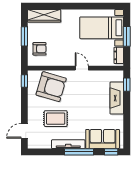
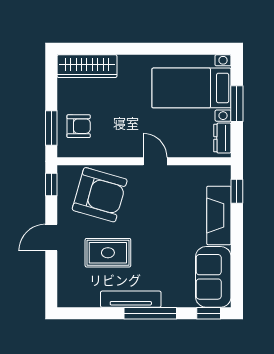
window: (24, 36) -> (51, 128), moved
door: (24, 131) -> (51, 238), moved
sofa: (103, 139) -> (213, 277), moved, turned -90

